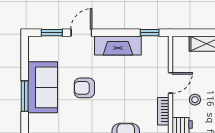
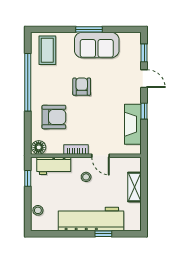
window: (150, 33) -> (144, 111), moved
fireplace: (118, 45) -> (133, 124), moved
armchair: (84, 88) -> (82, 87), moved

